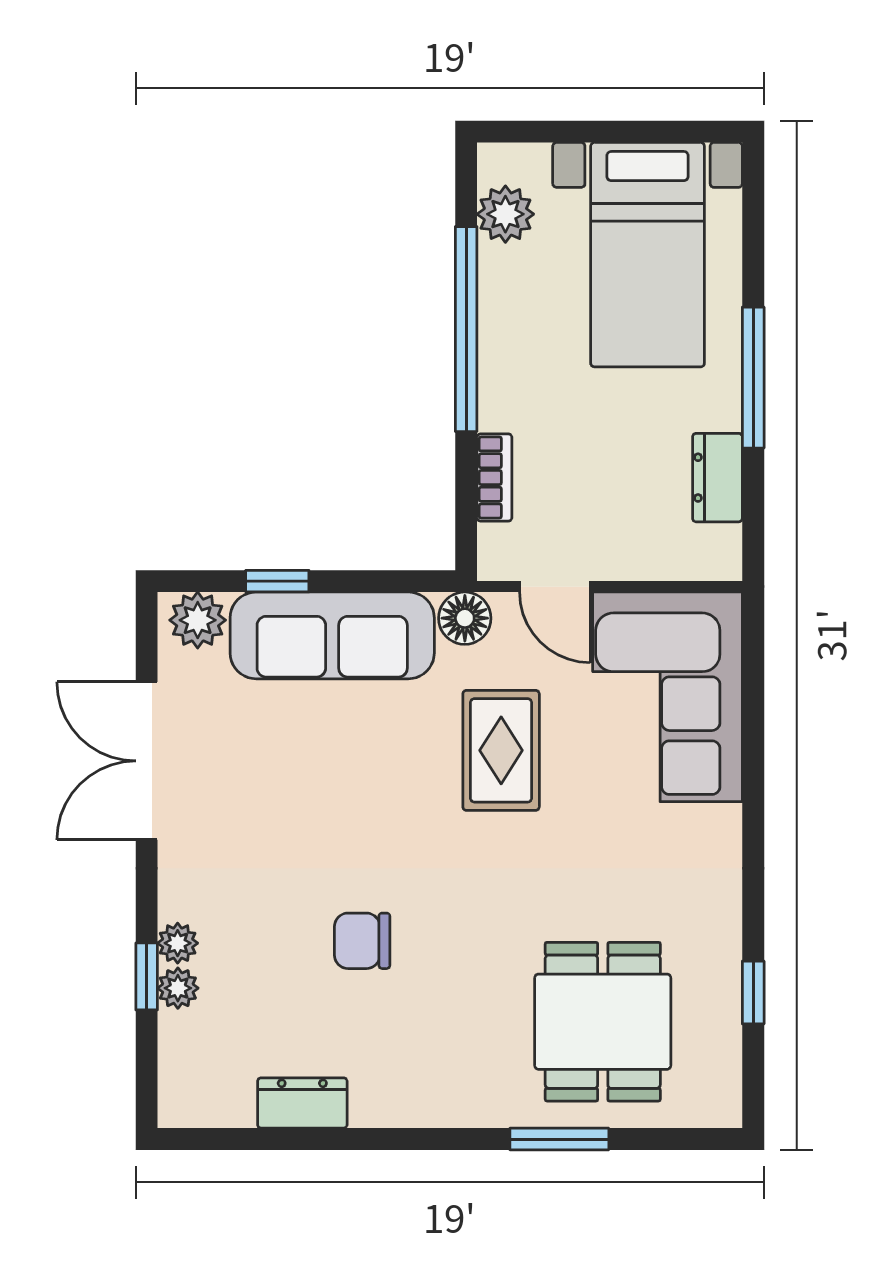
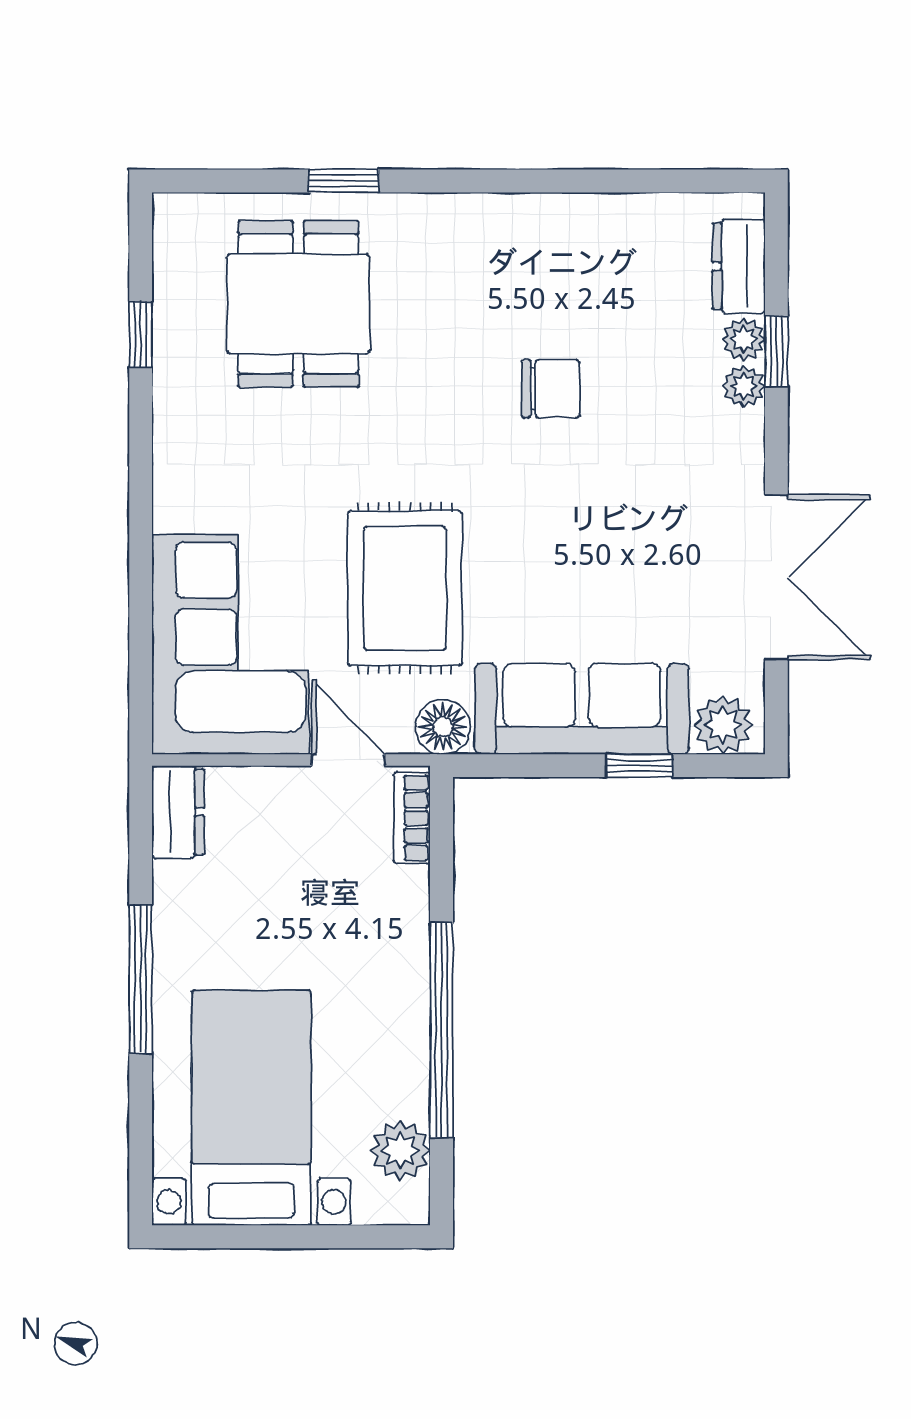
bookcase: (494, 477) -> (412, 818), moved
dresser: (717, 478) -> (178, 812), moved
rug: (501, 750) -> (405, 588), width x1.36, depth x1.43
dresser: (302, 1103) -> (739, 266), moved, turned 90
window: (559, 1139) -> (344, 181), width x0.67

